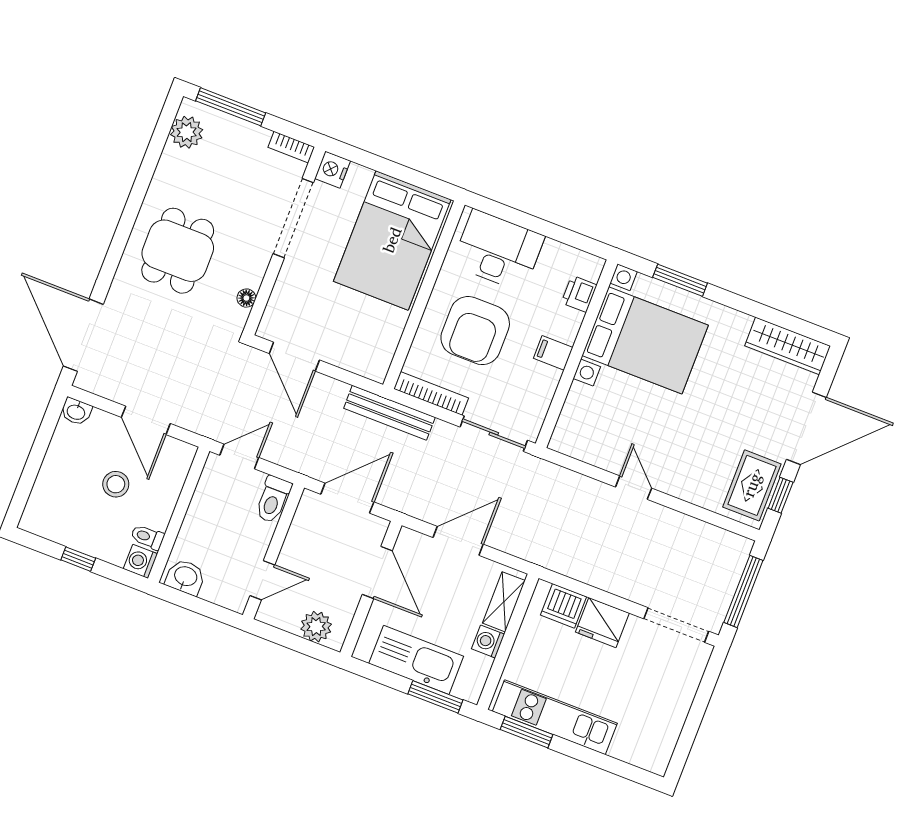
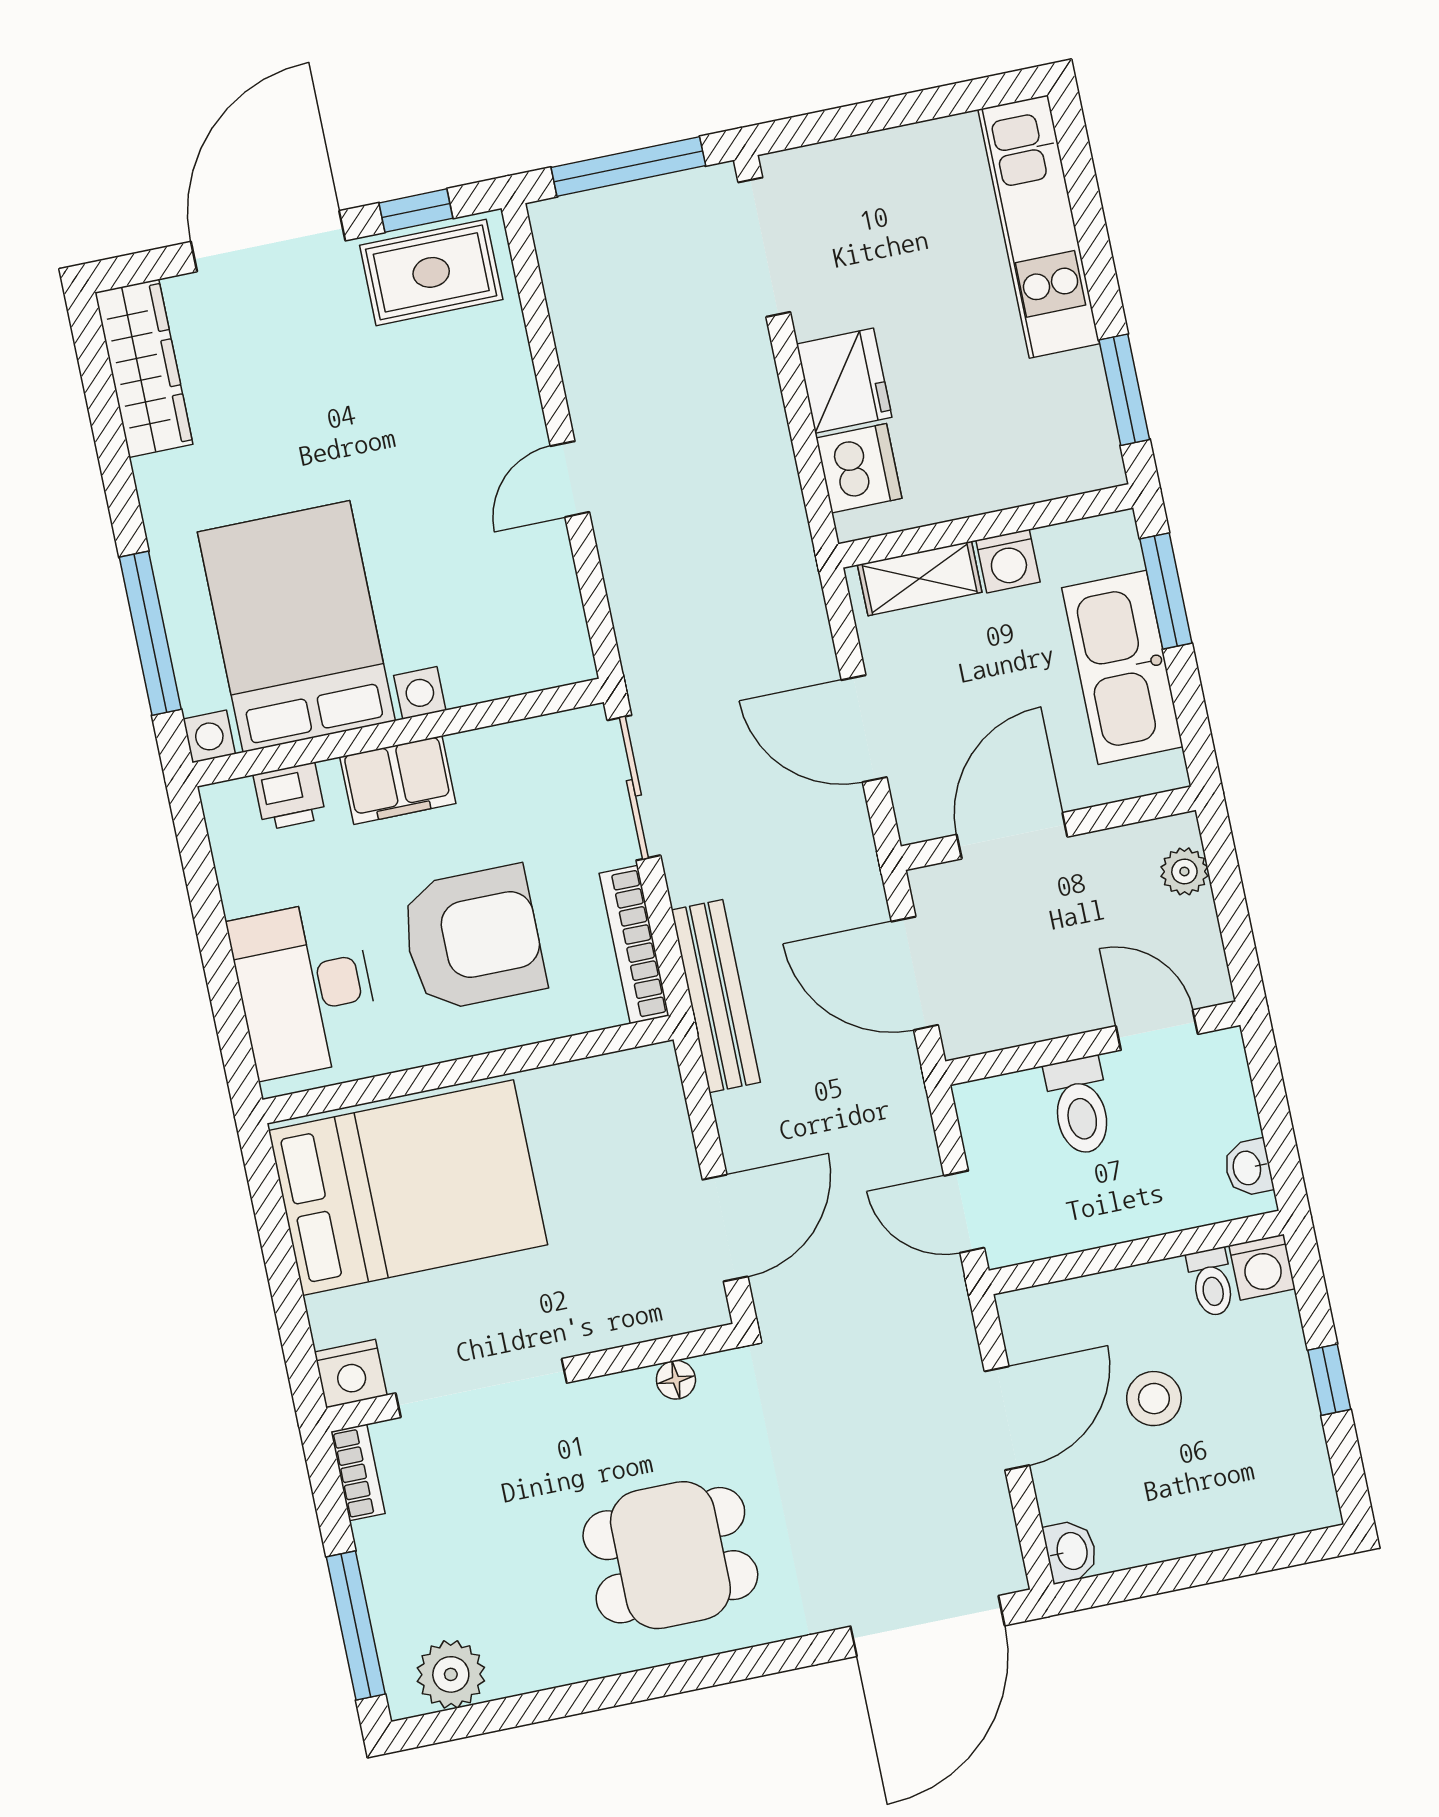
window: (680, 280) -> (150, 633), width x1.44
filing cabinet: (553, 353) -> (398, 780), width x2.00
door: (806, 428) -> (268, 241), hinge flipped
toilet: (273, 499) -> (1080, 1106), moved, turned 90
washbasin: (185, 577) -> (1248, 1168), width x0.72, depth x0.69
plant: (316, 627) -> (1184, 871), width x0.73, depth x0.73
kitchen unit: (555, 717) -> (1039, 227), moved

